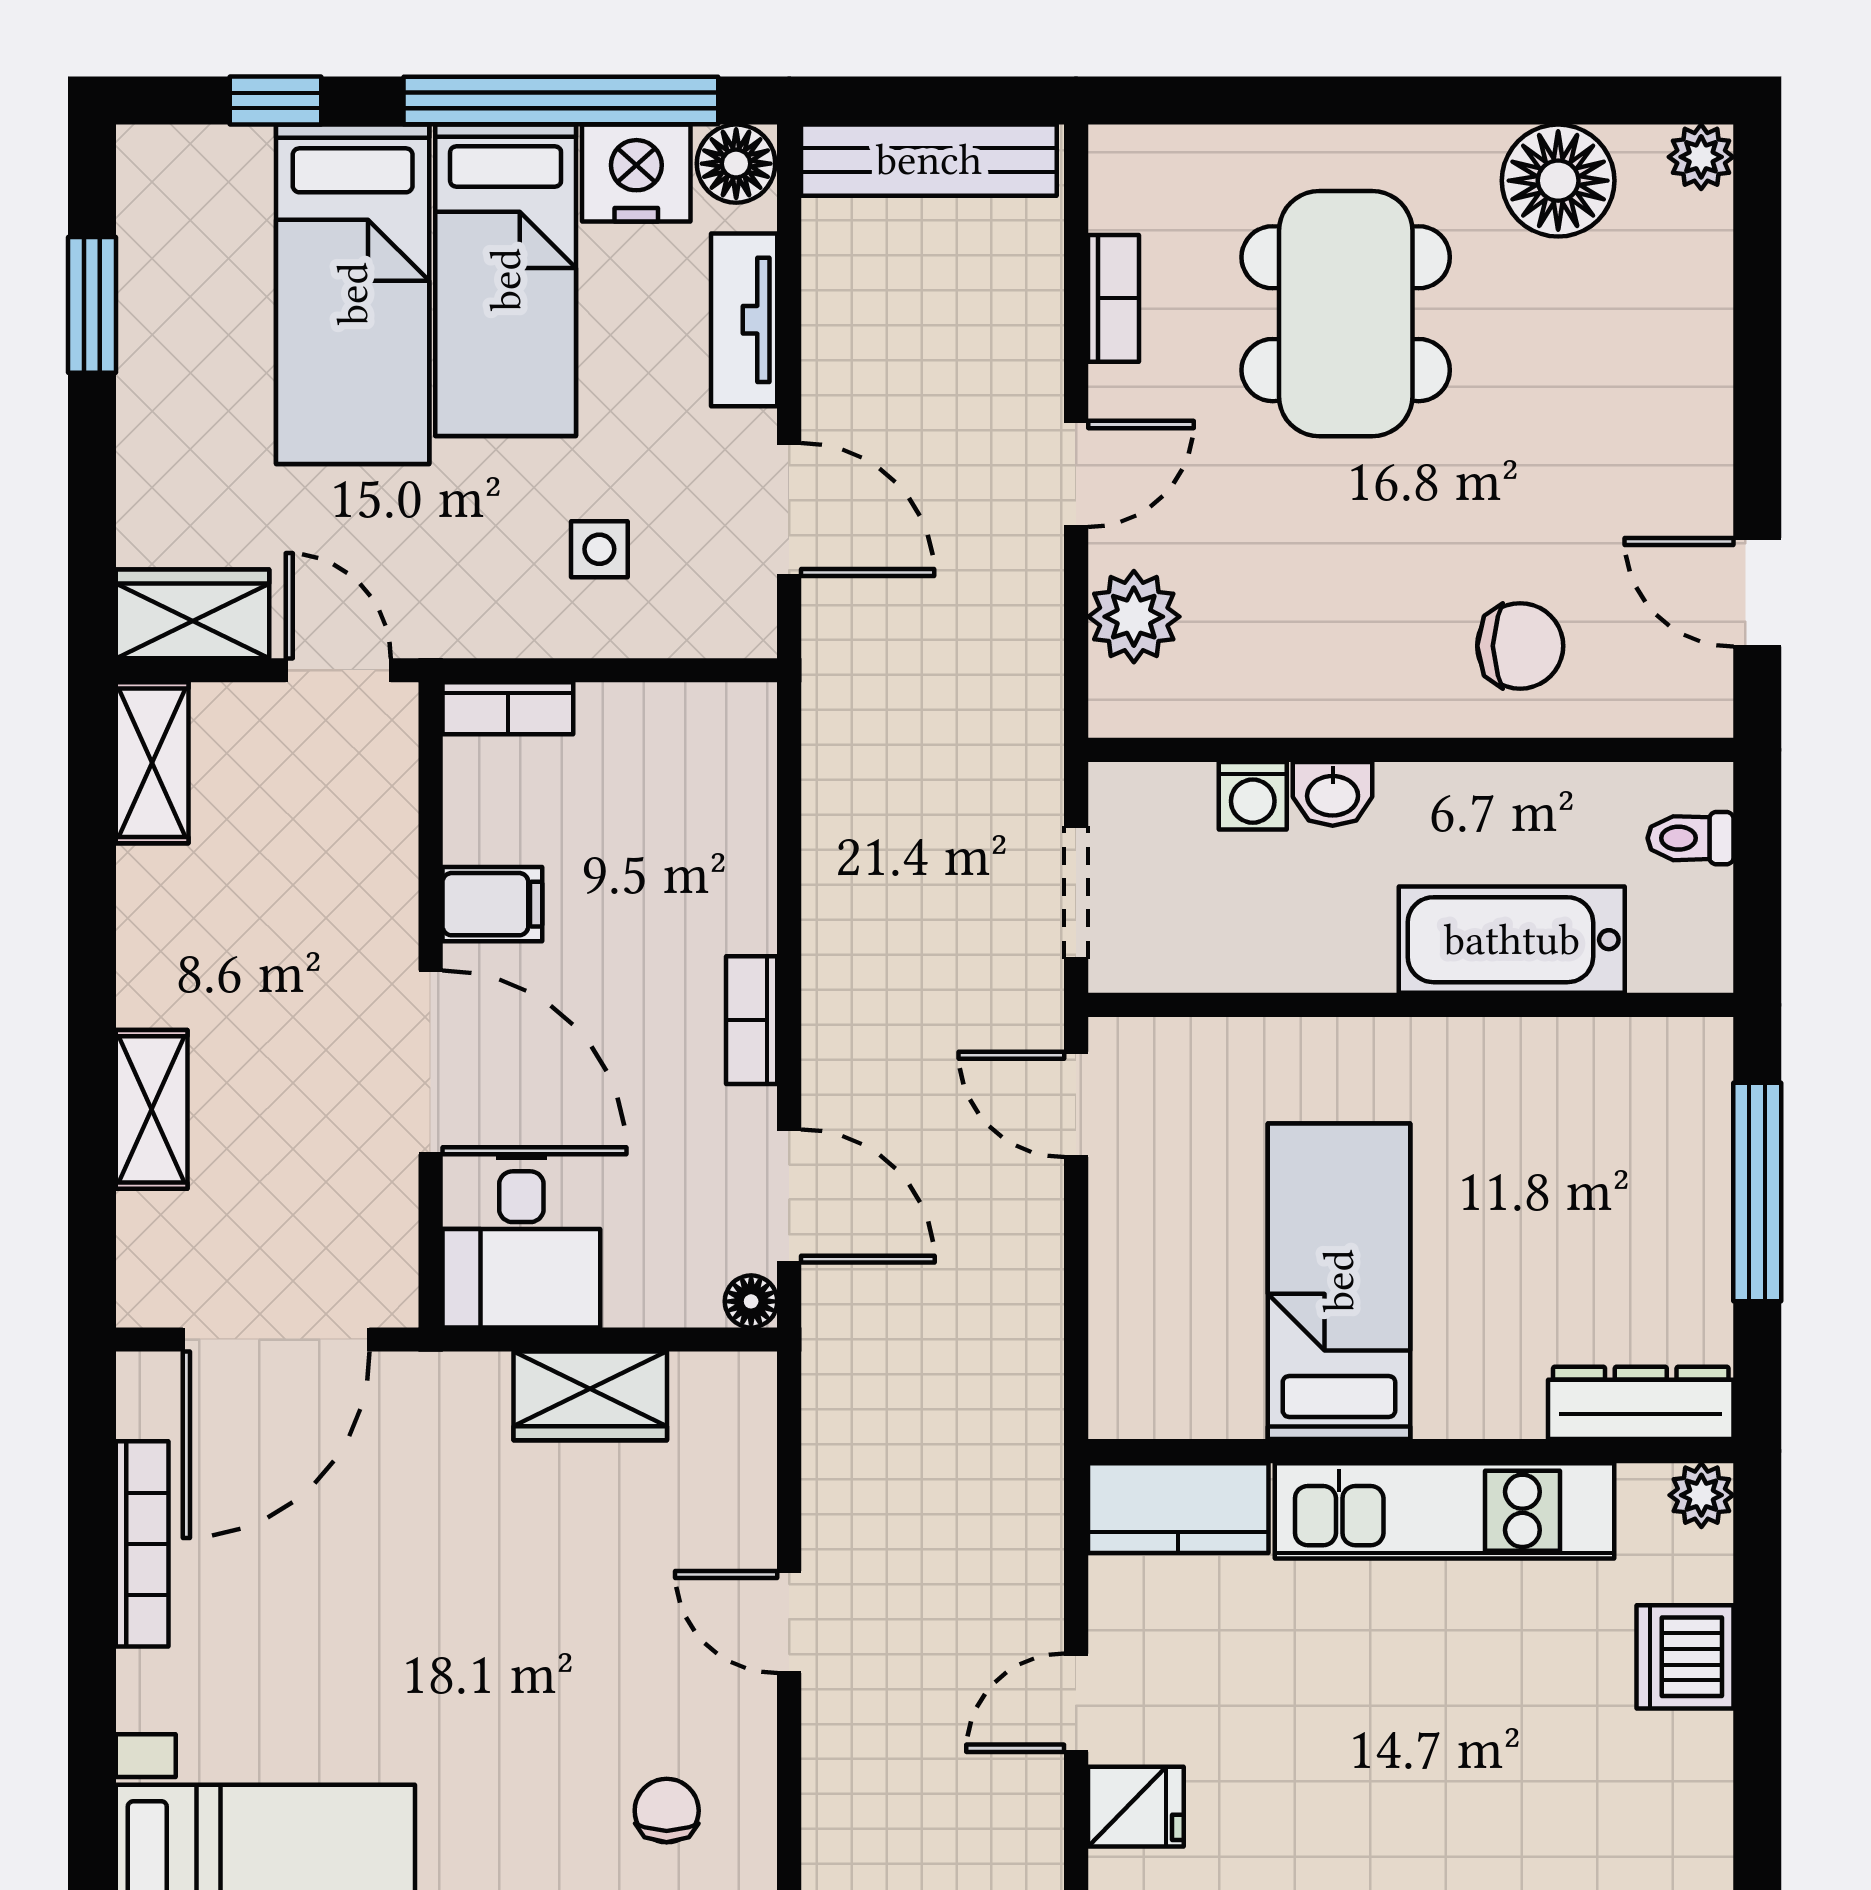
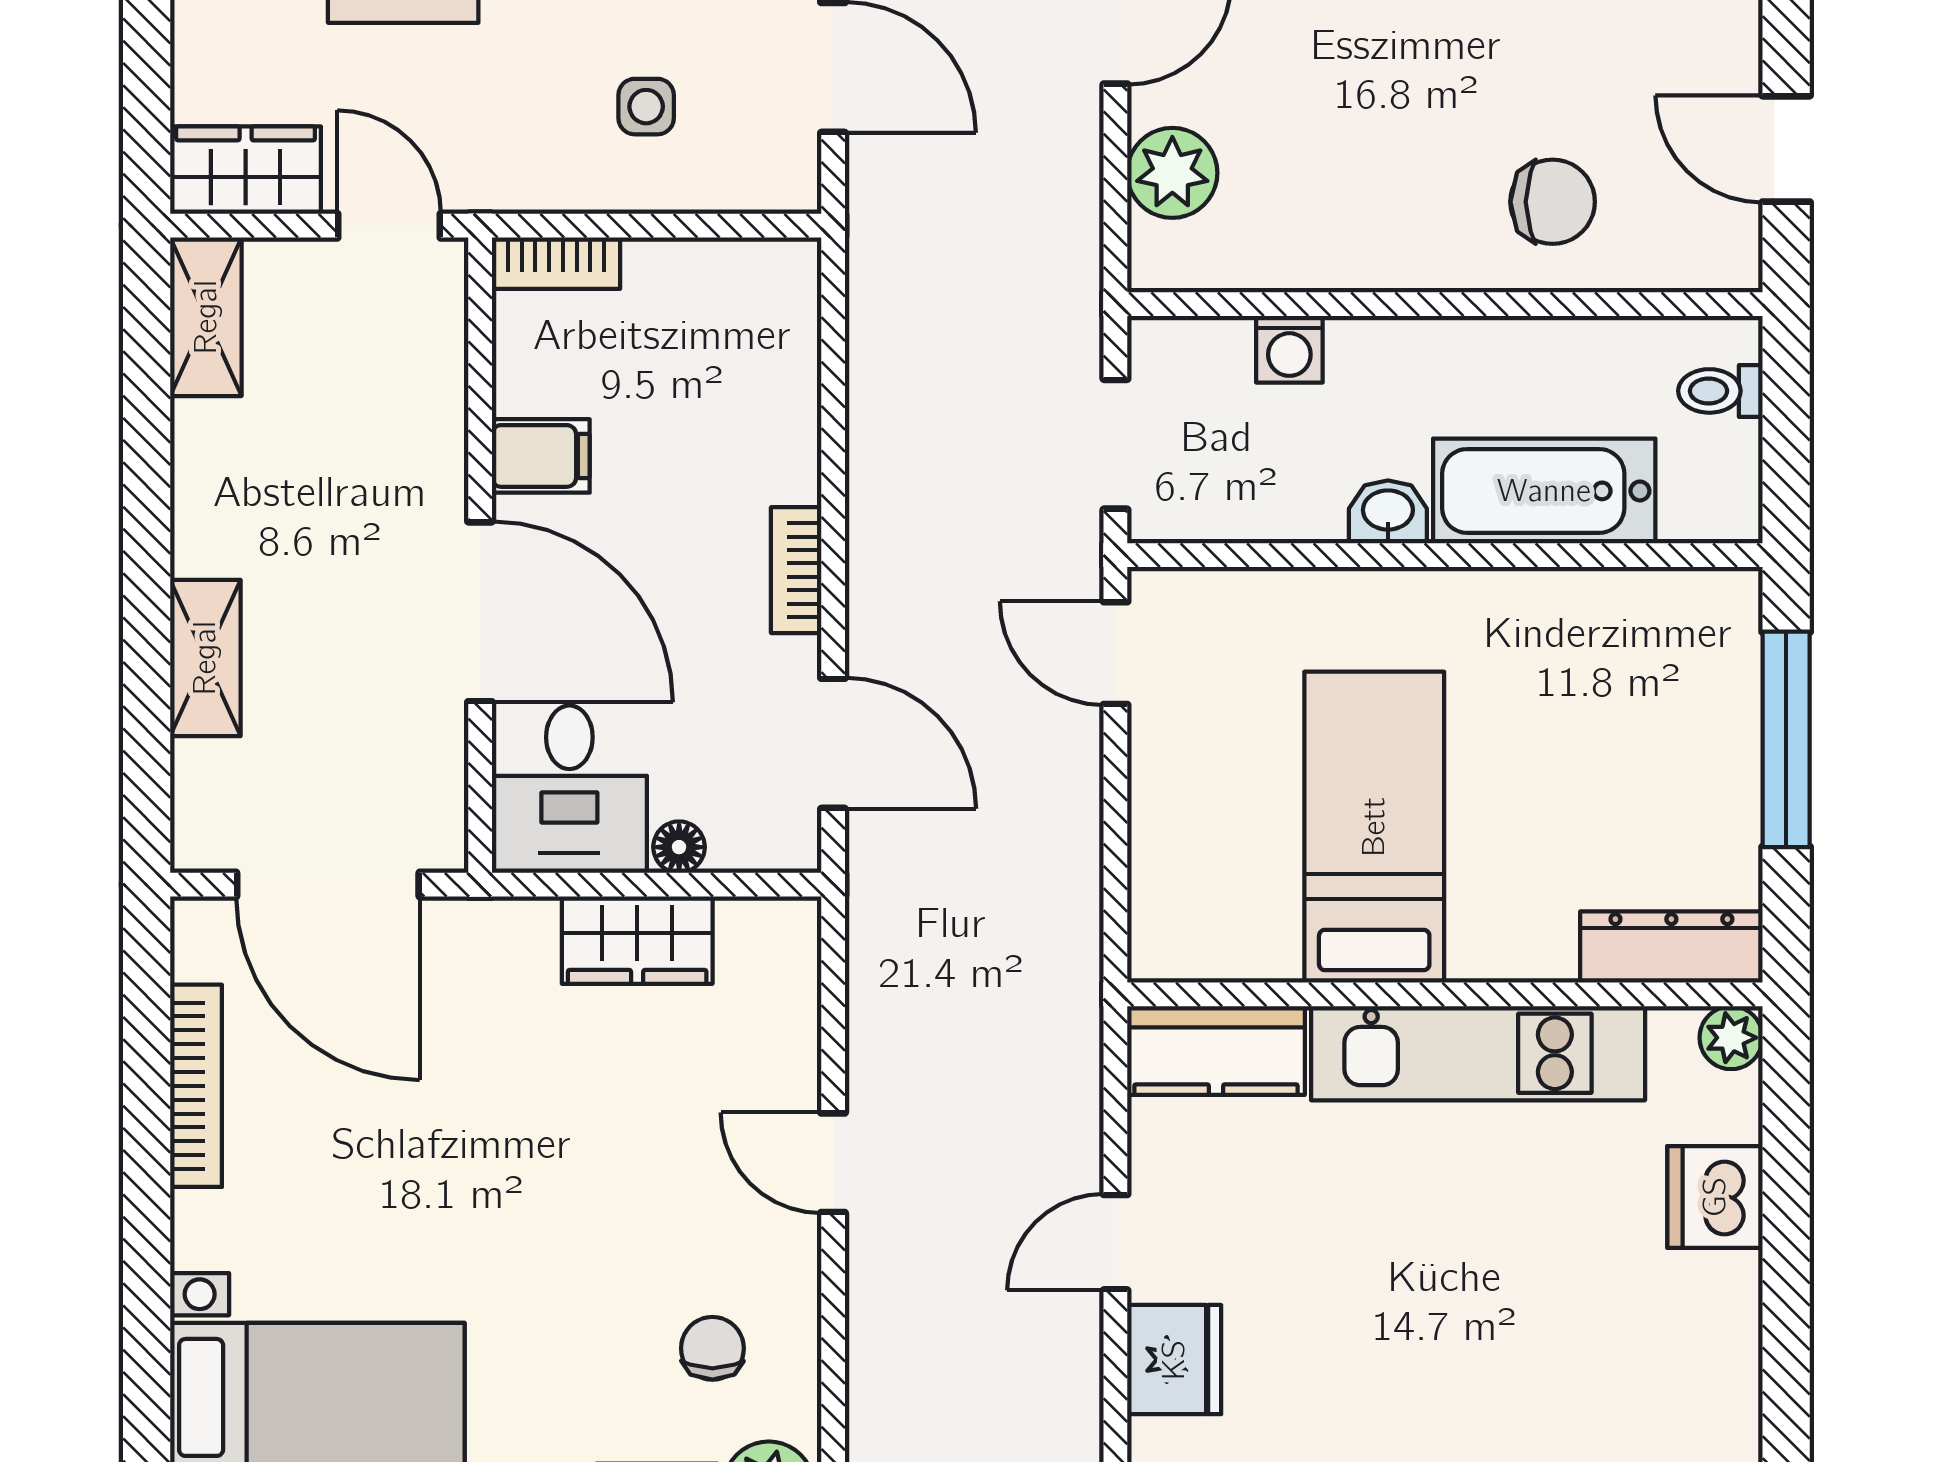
washbasin: (1333, 794) -> (1388, 512), moved, turned 180
floor lamp: (751, 1301) -> (679, 847), moved
door: (276, 1340) -> (328, 885), hinge flipped
fridge: (1136, 1807) -> (1174, 1360), width x1.38

